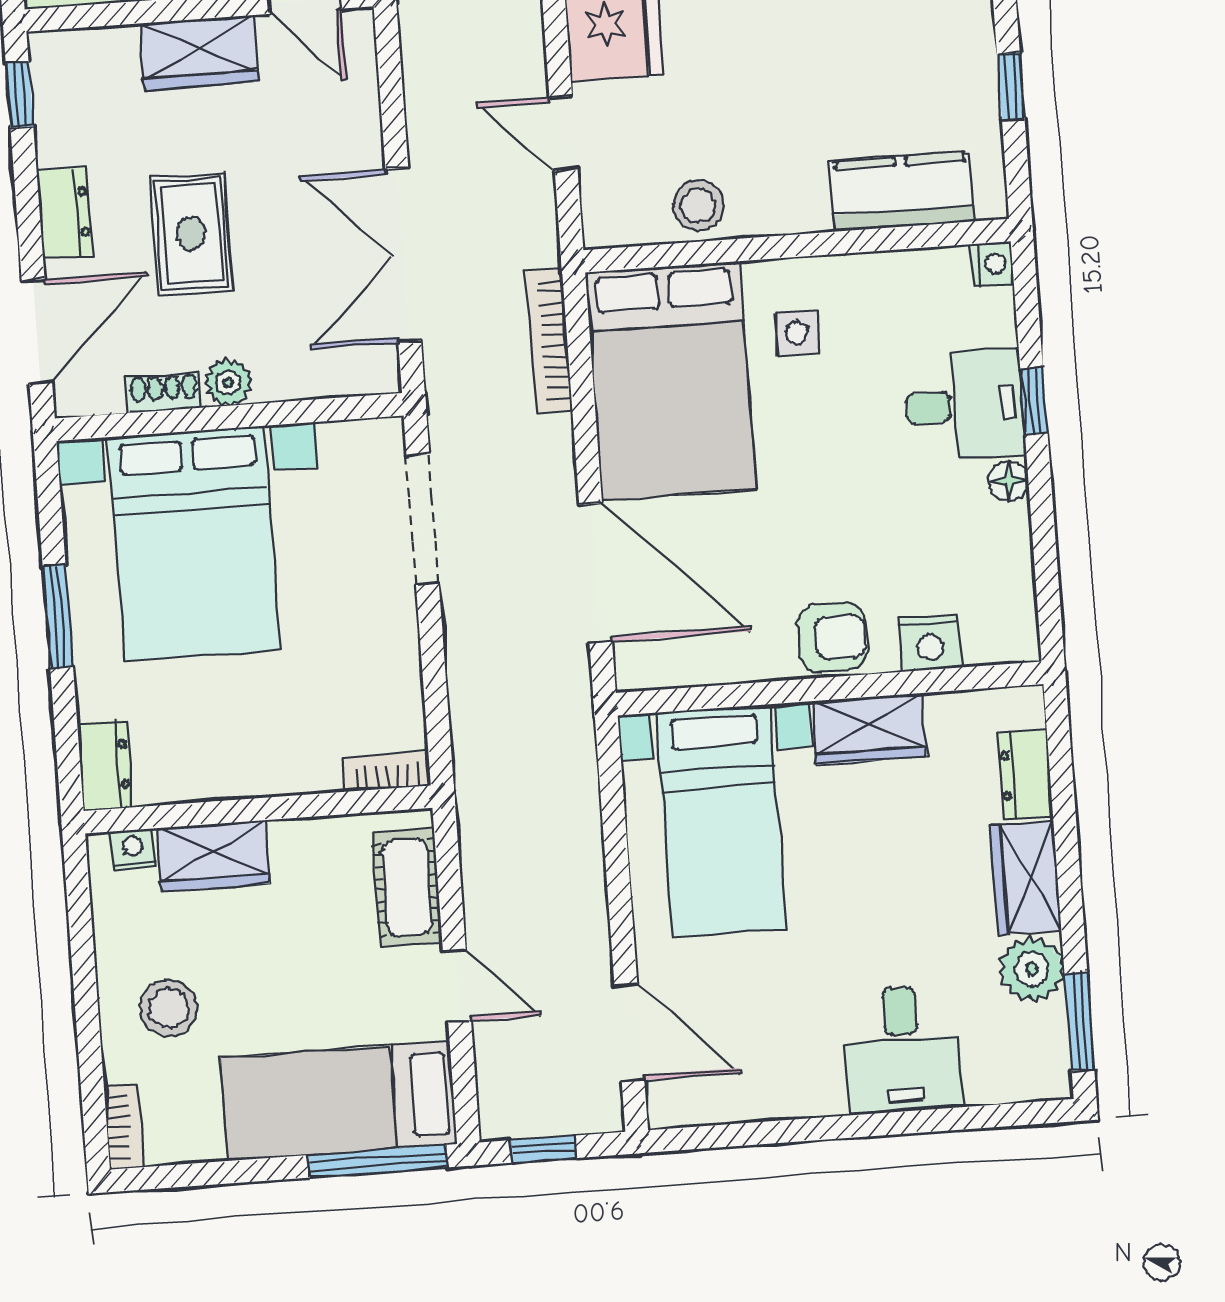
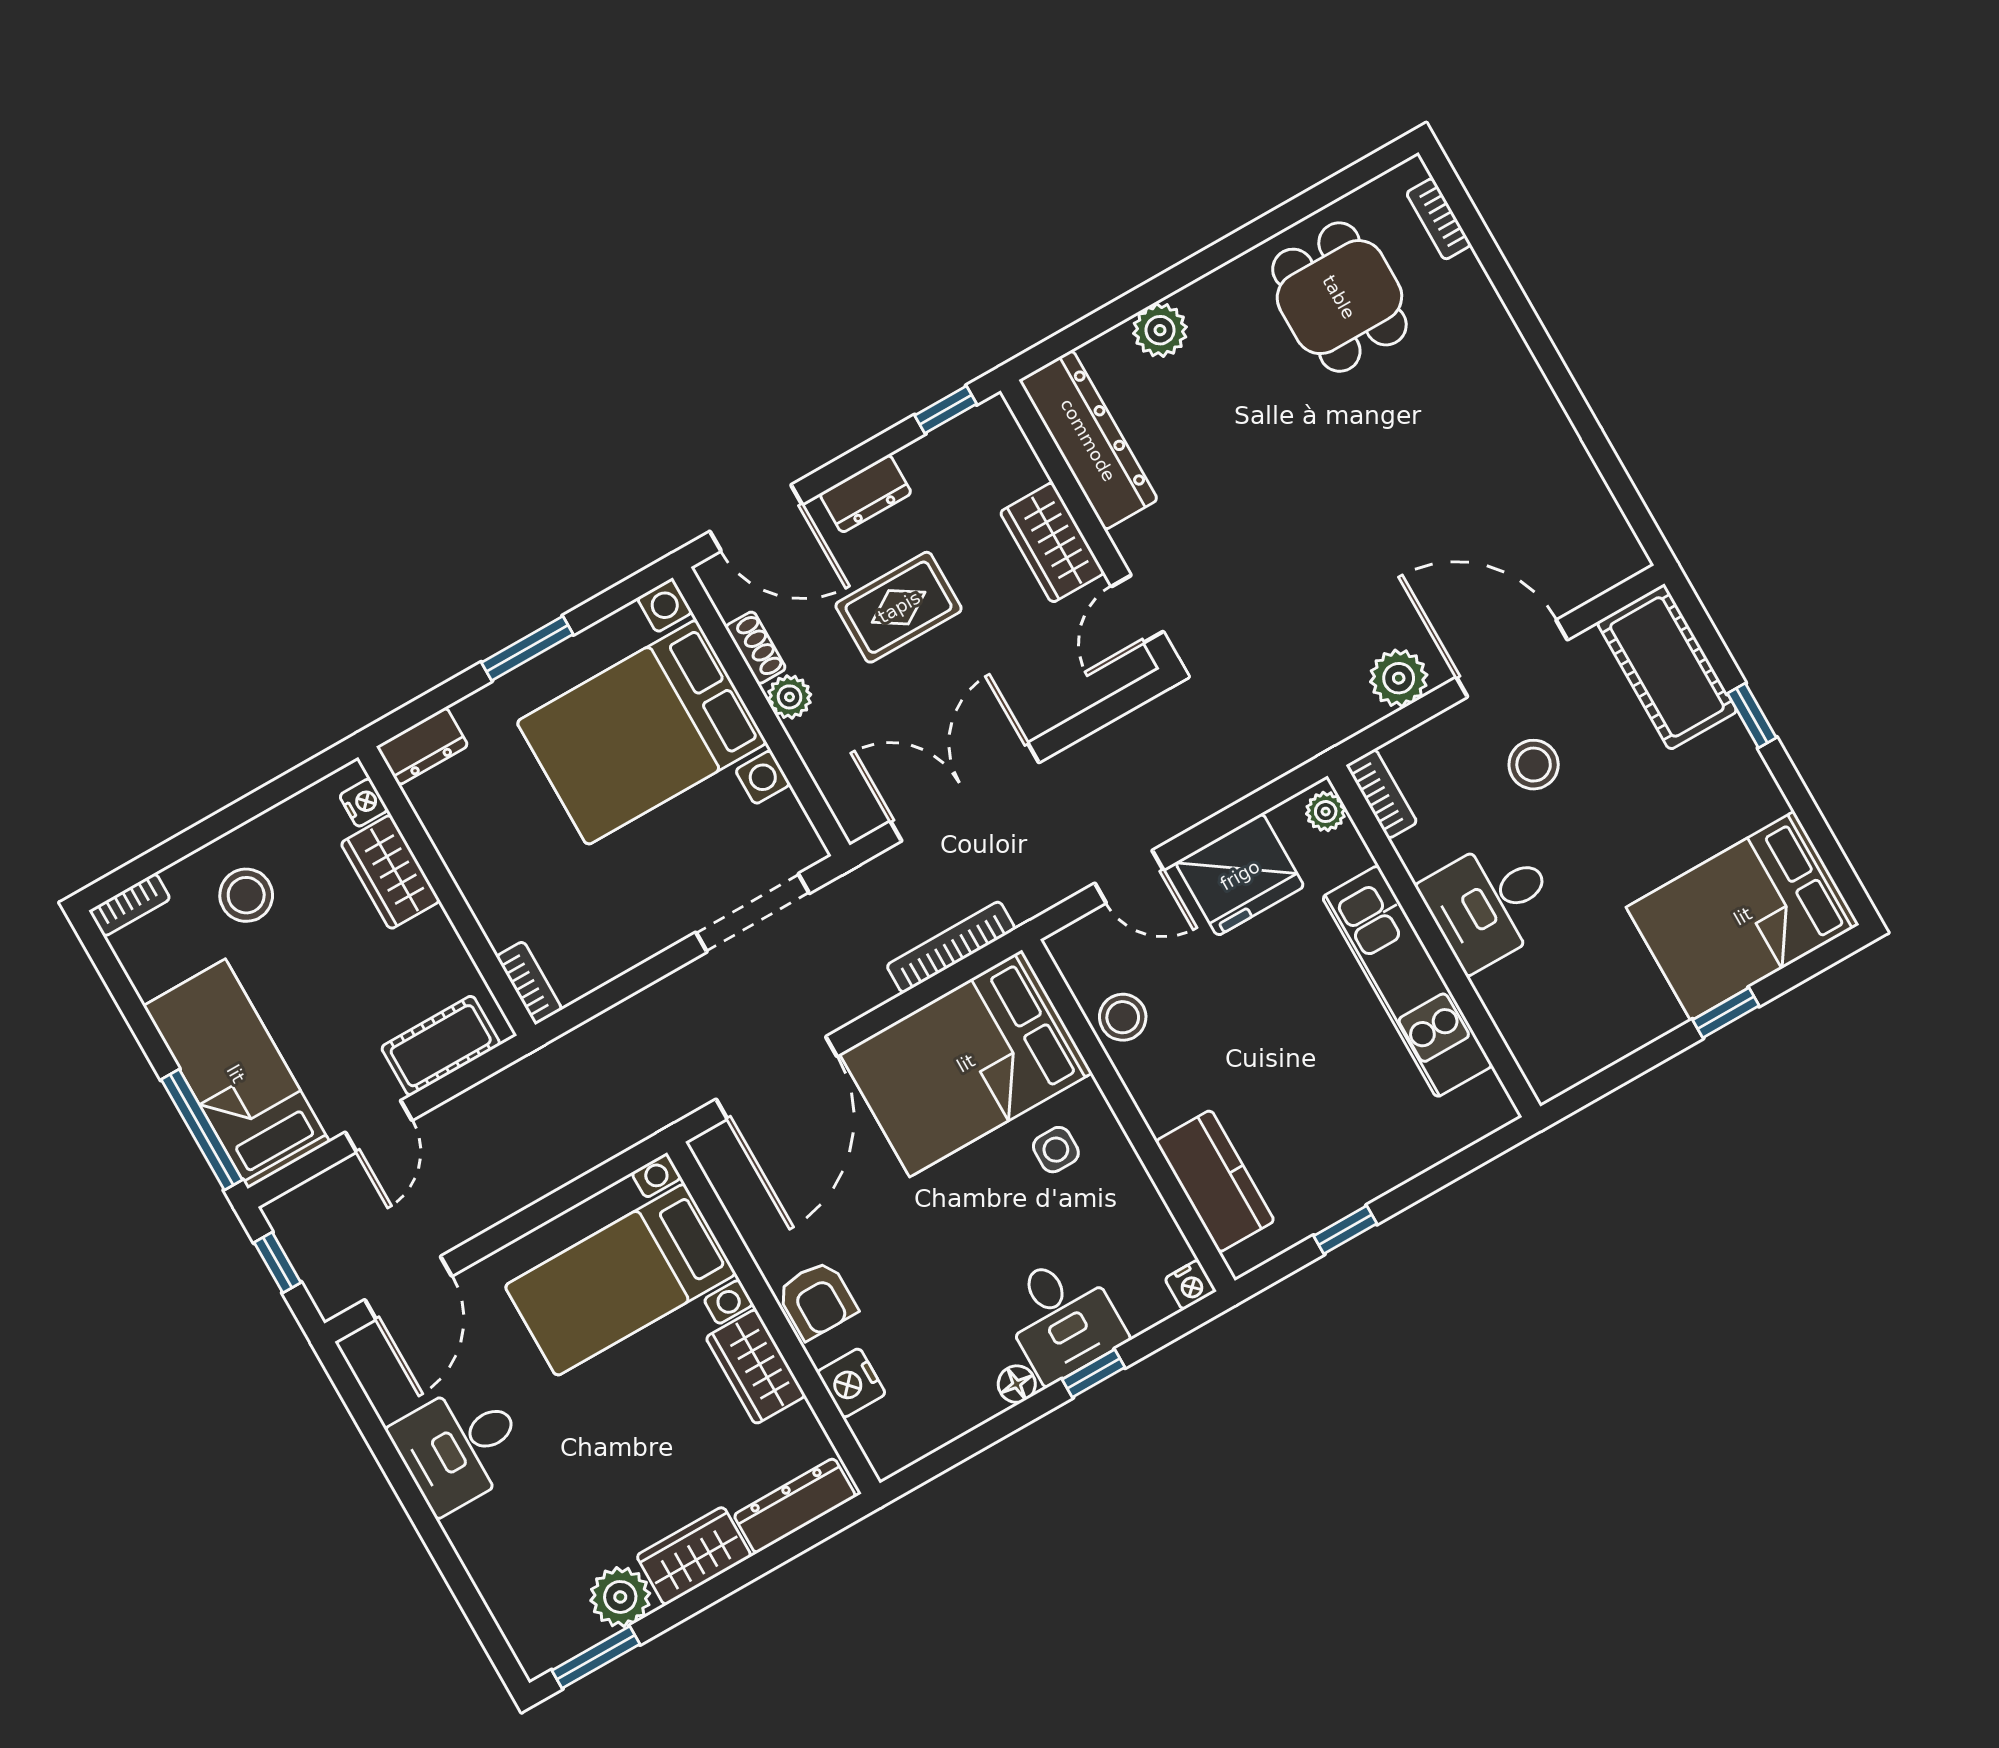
door: (563, 133) -> (1129, 877), swing flipped
dresser: (1025, 775) -> (795, 1506), width x1.44
desk: (903, 1049) -> (460, 1446), moved

